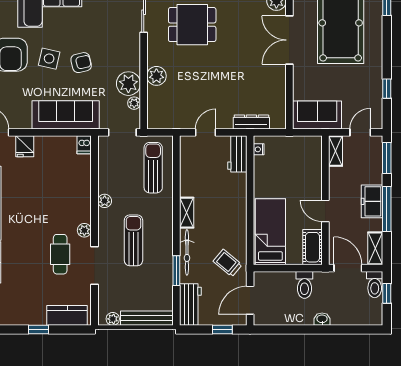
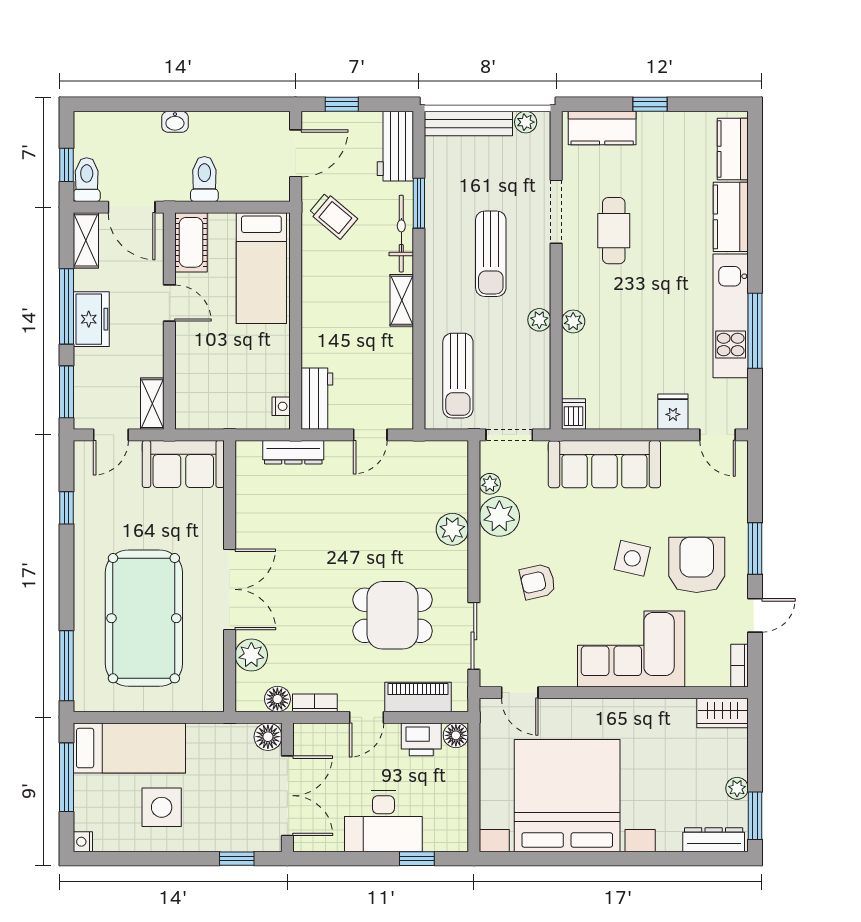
armchair: (81, 63) -> (538, 581), moved
plant: (84, 230) -> (573, 321), moved

